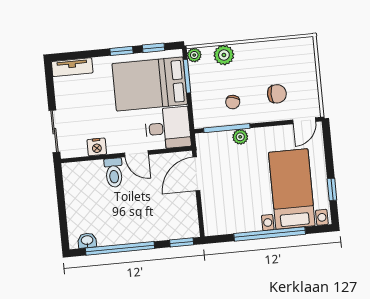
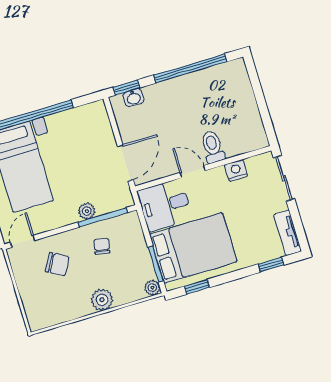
window: (122, 51) -> (271, 265), moved
plant: (224, 55) -> (102, 300), moved
tv unit: (72, 67) -> (288, 233), moved, turned -90
chair: (277, 94) -> (57, 264), turned -151
washbasin: (87, 240) -> (134, 98), moved

